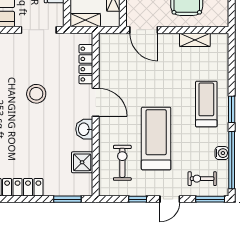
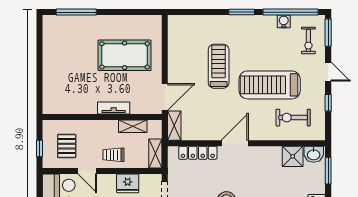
shelving: (195, 40) -> (174, 126), moved
treadmill: (206, 104) -> (219, 66), moved, turned 90
washbasin: (84, 129) -> (314, 154), moved

